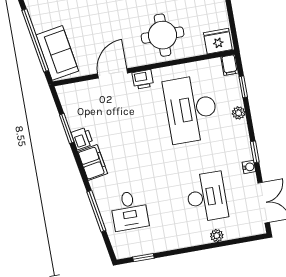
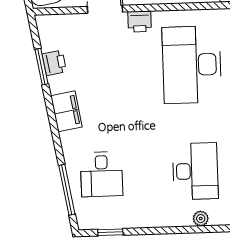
printer: (82, 138) -> (54, 63), moved
window: (96, 211) -> (67, 190), moved

